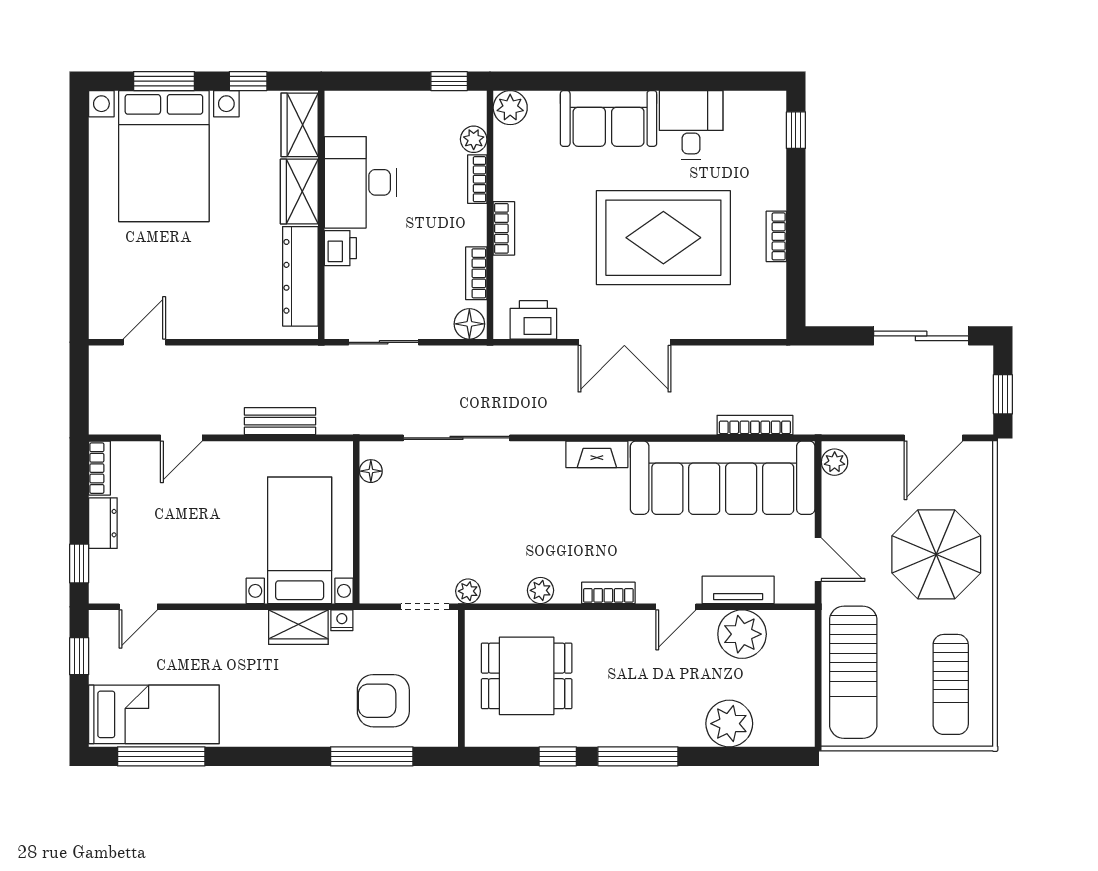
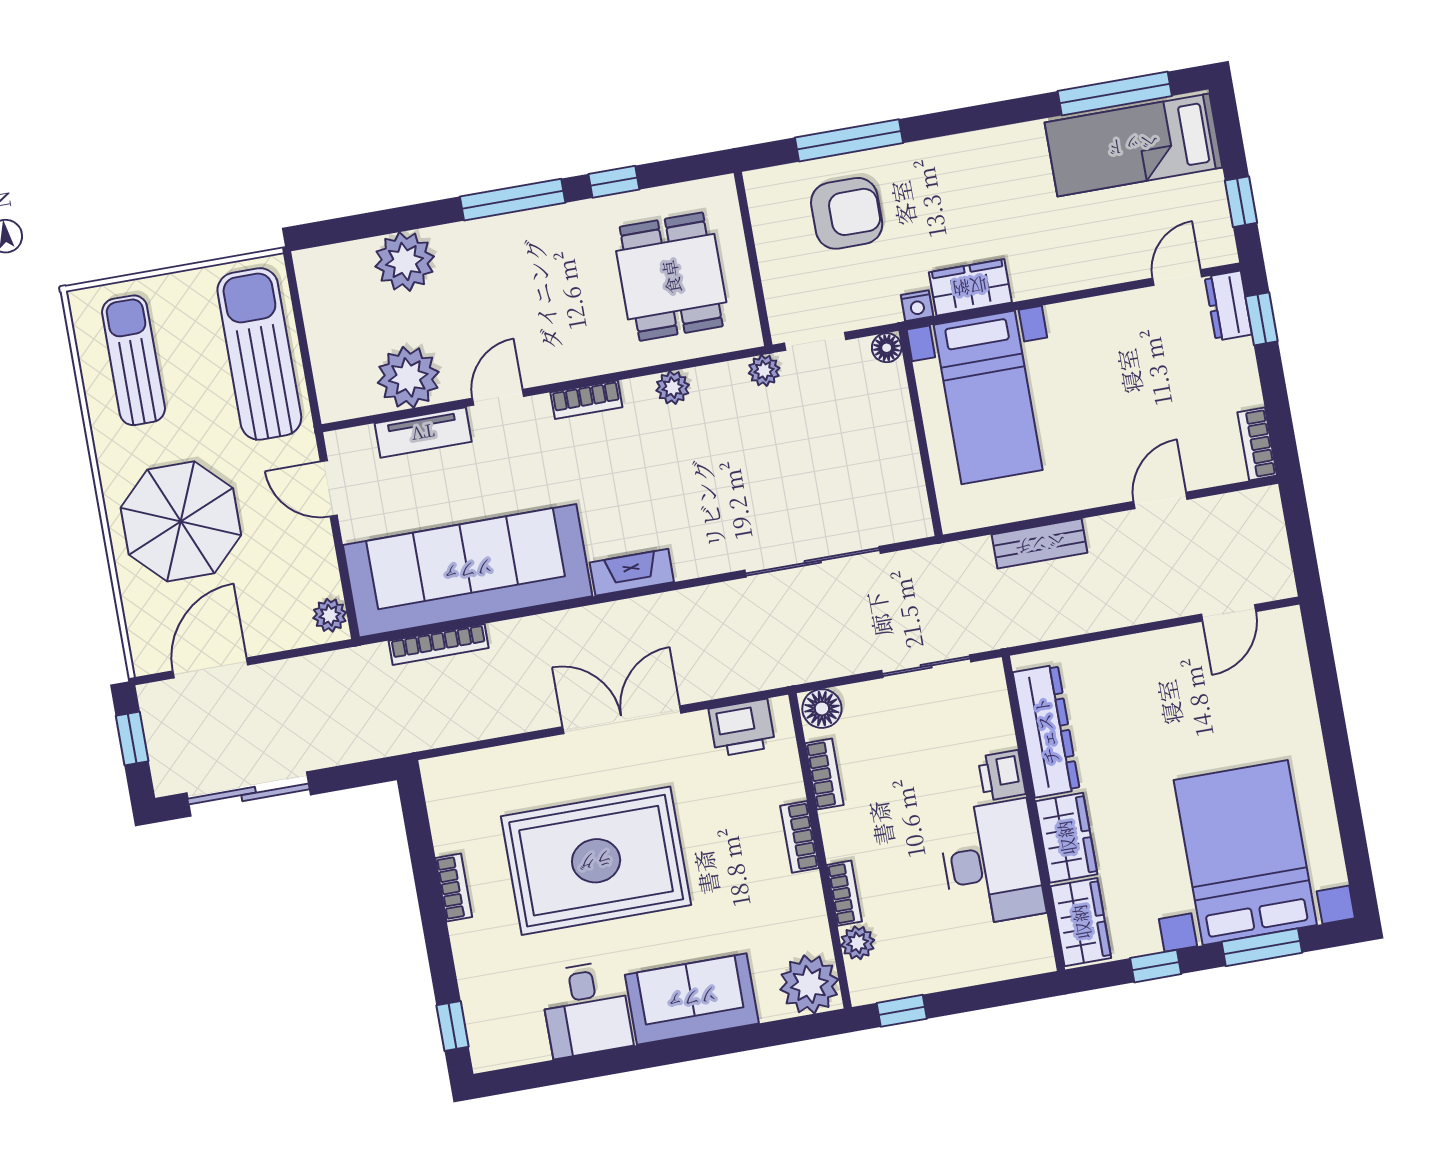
plant: (510, 108) -> (809, 984), width x1.36, depth x1.36
floor lamp: (371, 471) -> (887, 348), moved
dresser: (103, 523) -> (1228, 306), moved
dining table: (527, 676) -> (671, 277), turned 90

